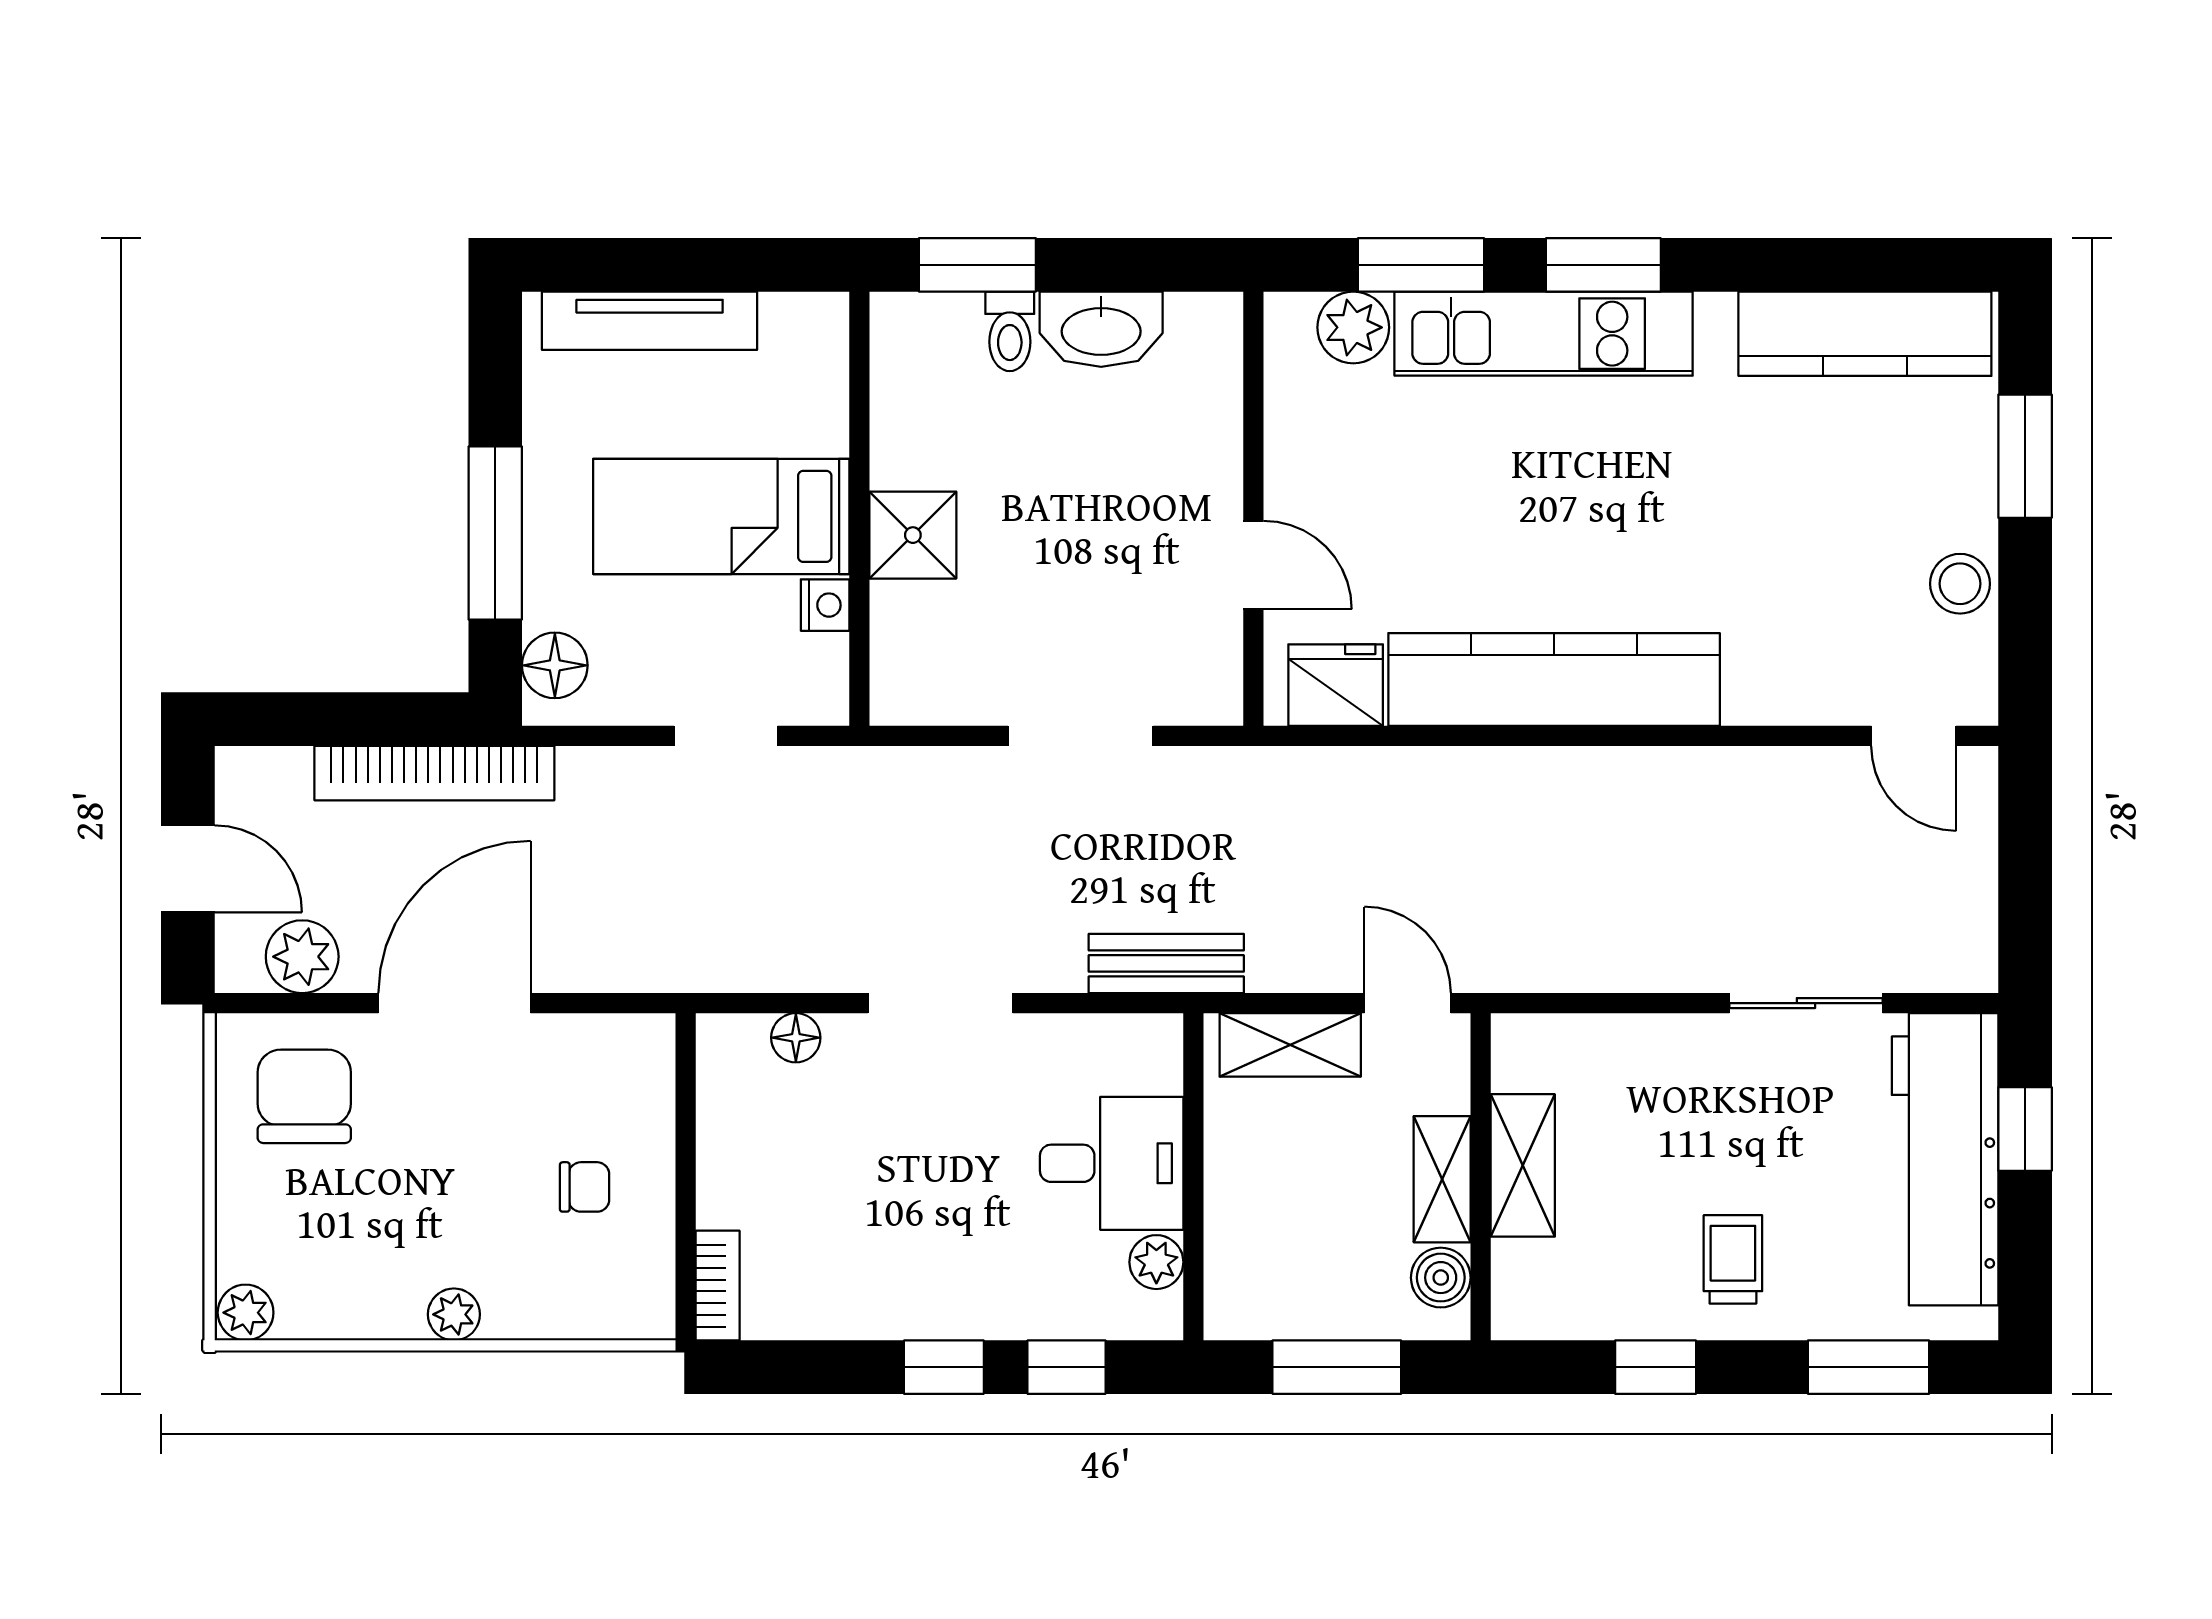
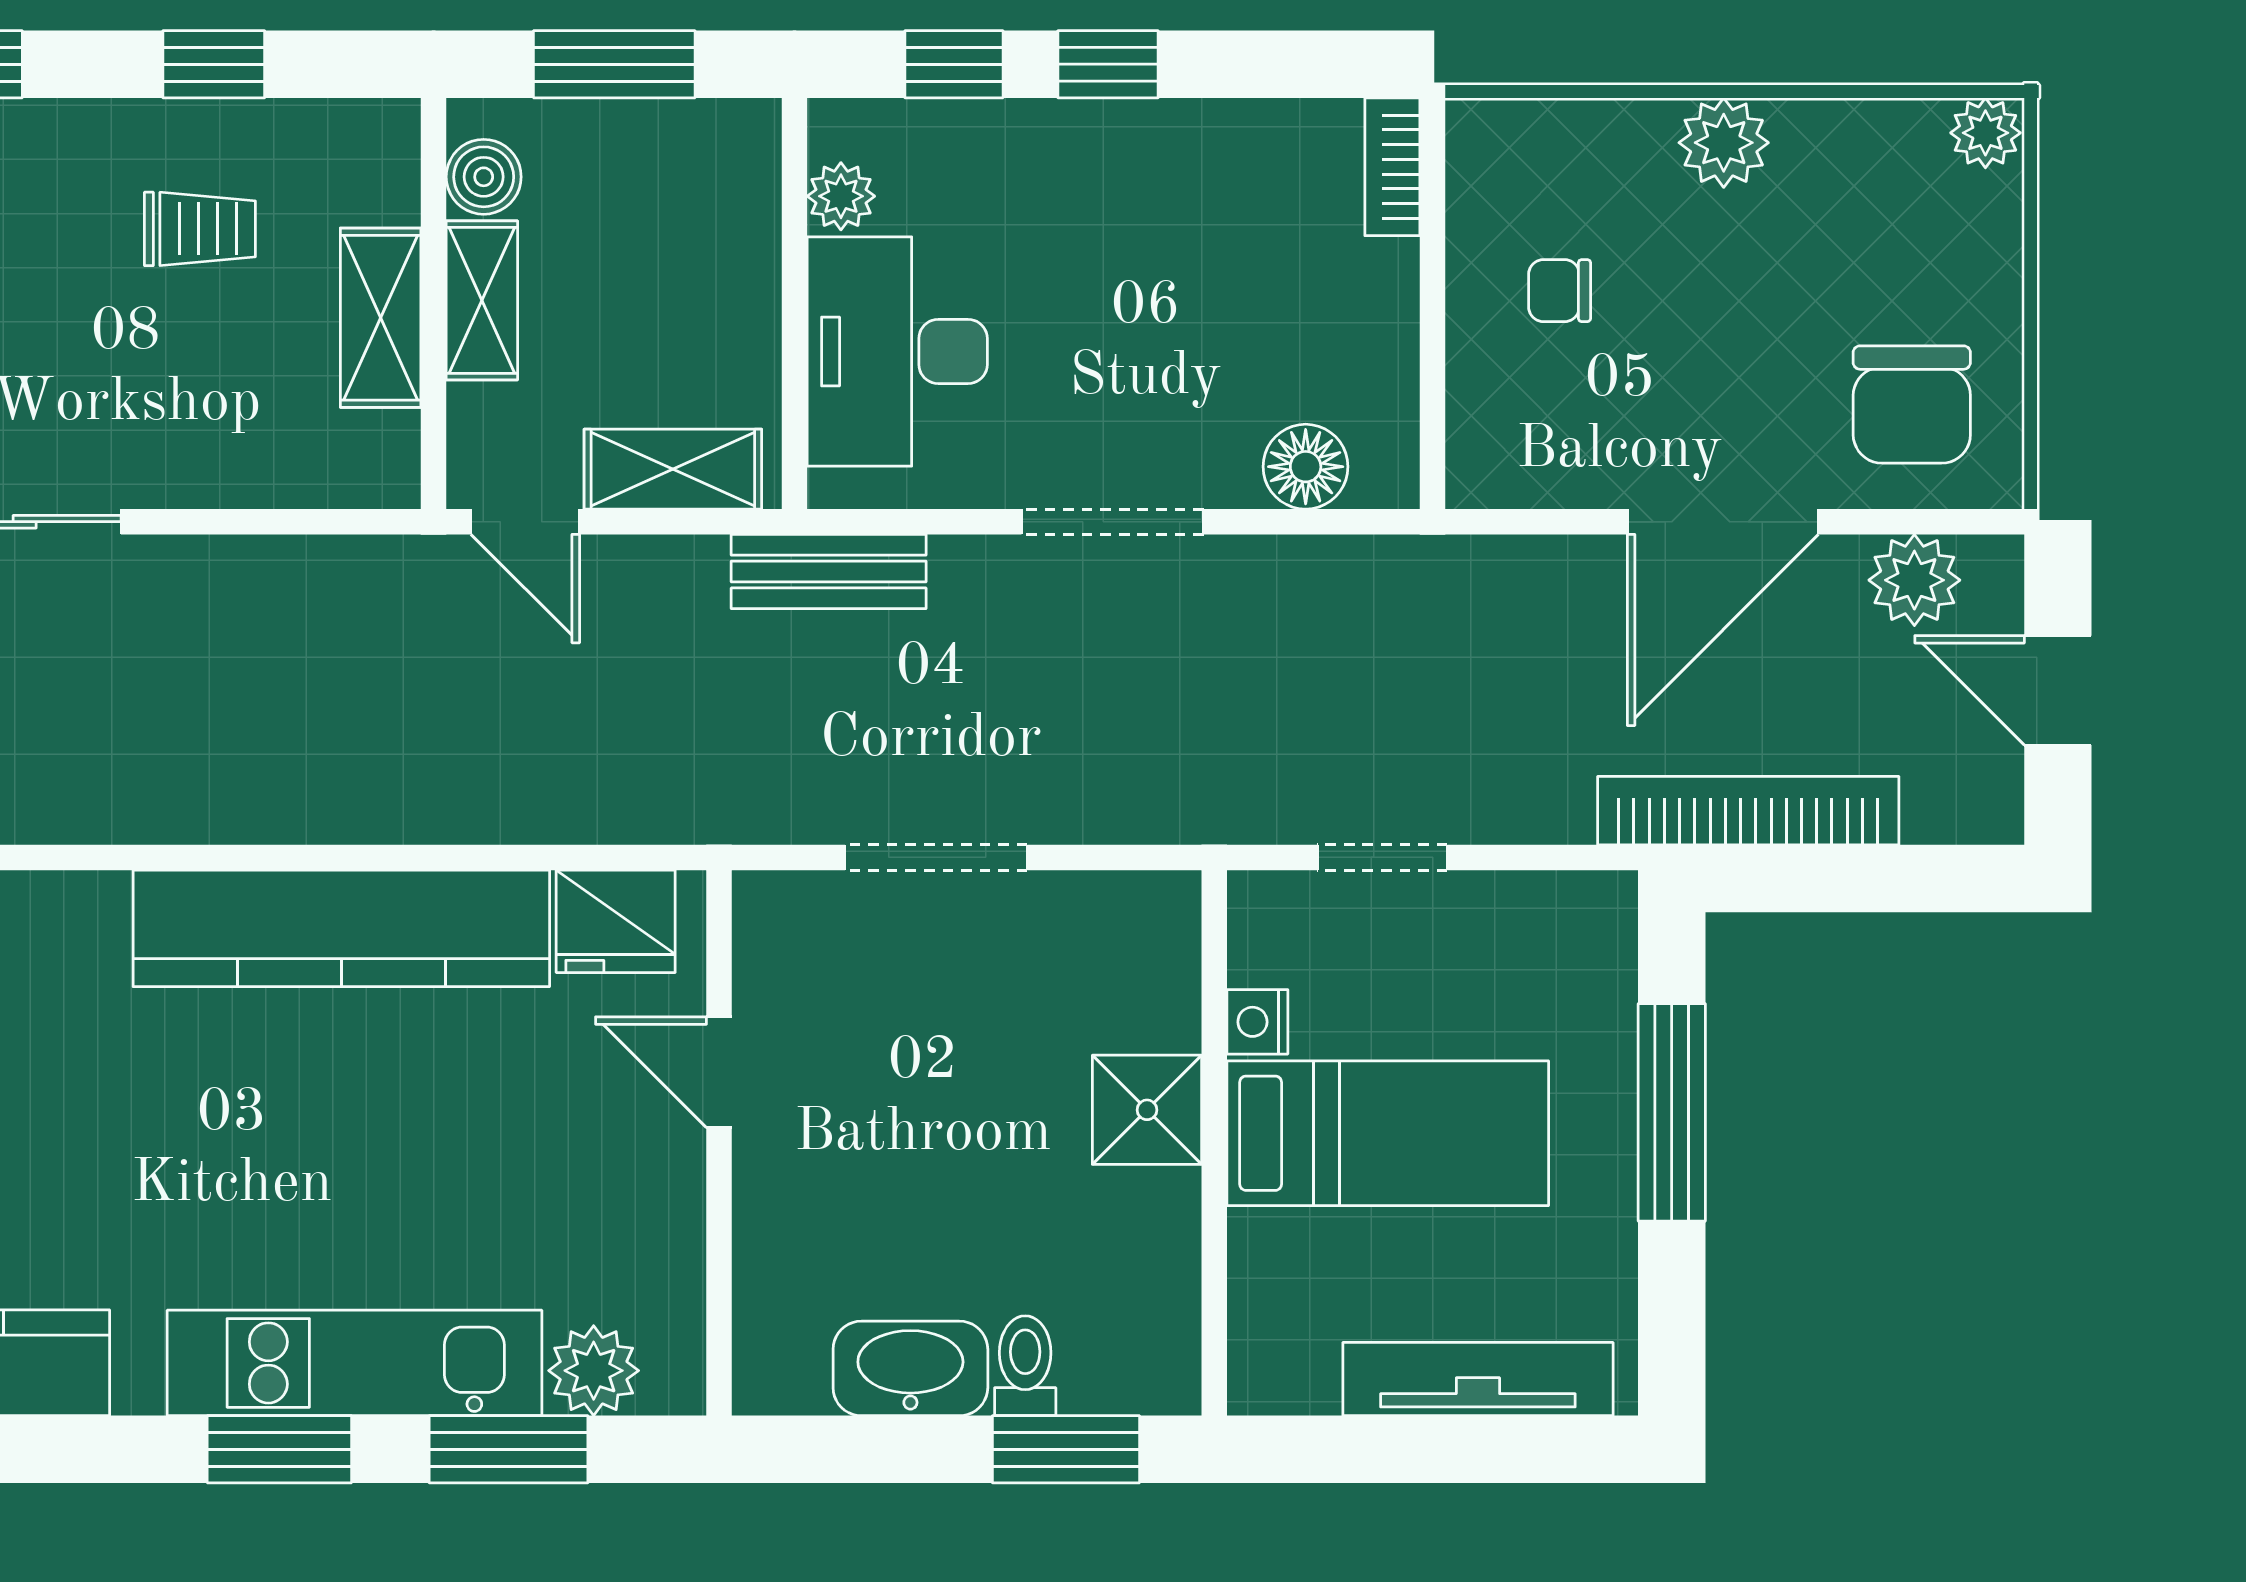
floor lamp: (555, 665) -> (1597, 946), removed
floor lamp: (796, 1038) -> (1306, 467), width x1.37, depth x1.37
desk: (1112, 1163) -> (897, 351), width x1.37
trolley: (1733, 1259) -> (200, 229), moved, turned -90
plant: (454, 1314) -> (1724, 143), width x1.38, depth x1.38

